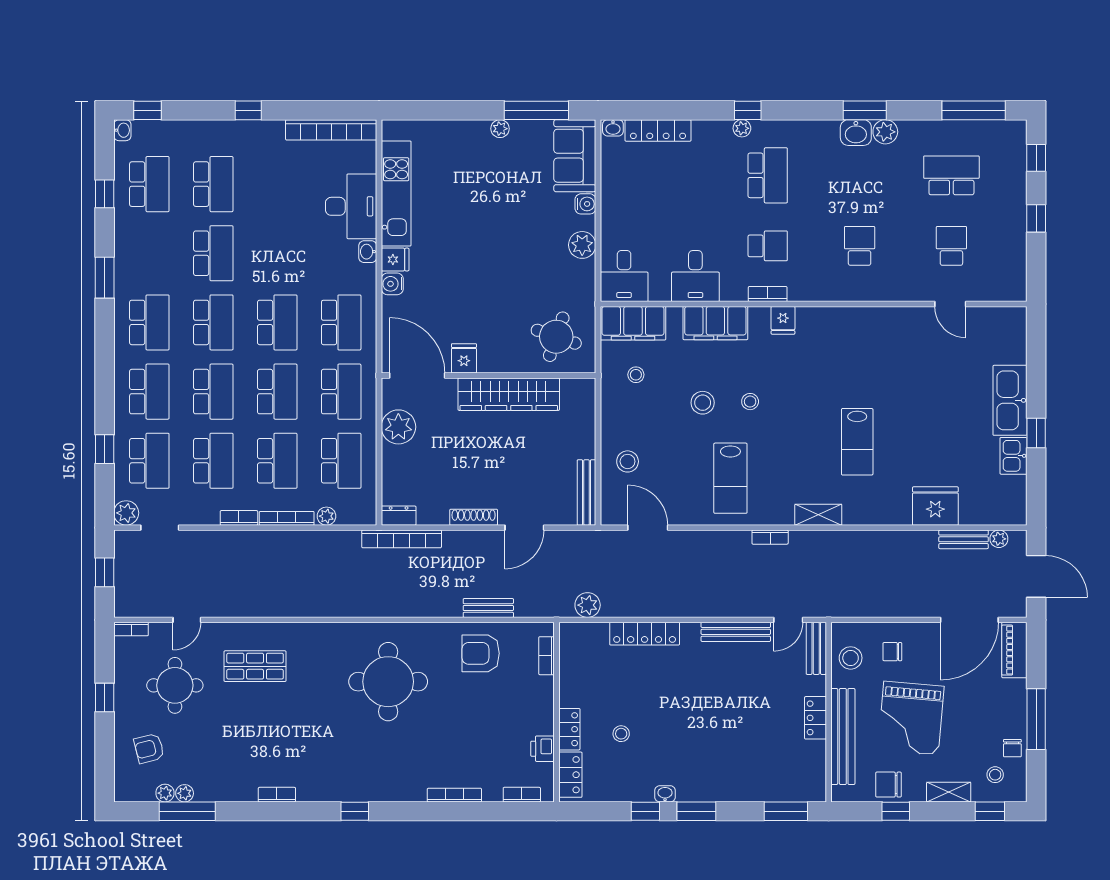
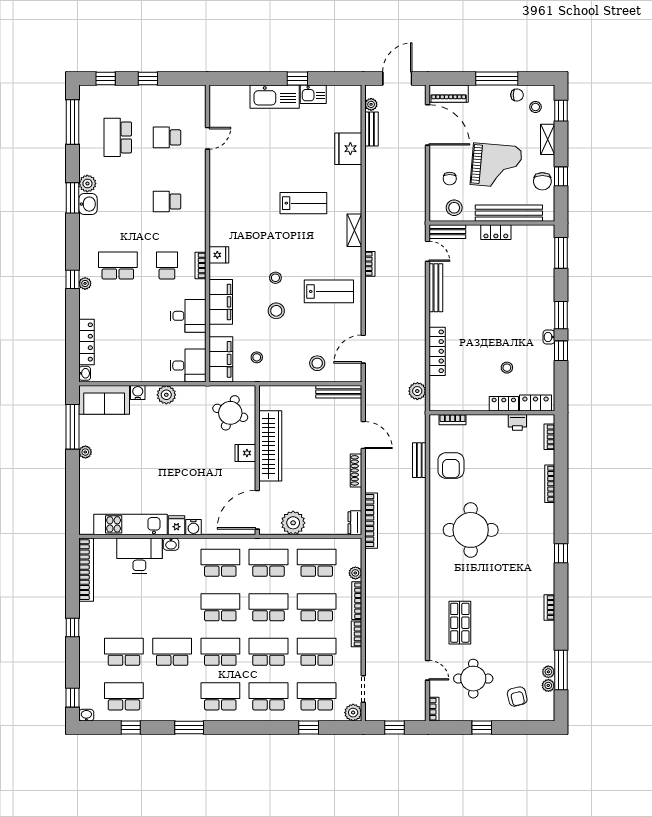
fridge: (464, 358) -> (245, 453), moved

